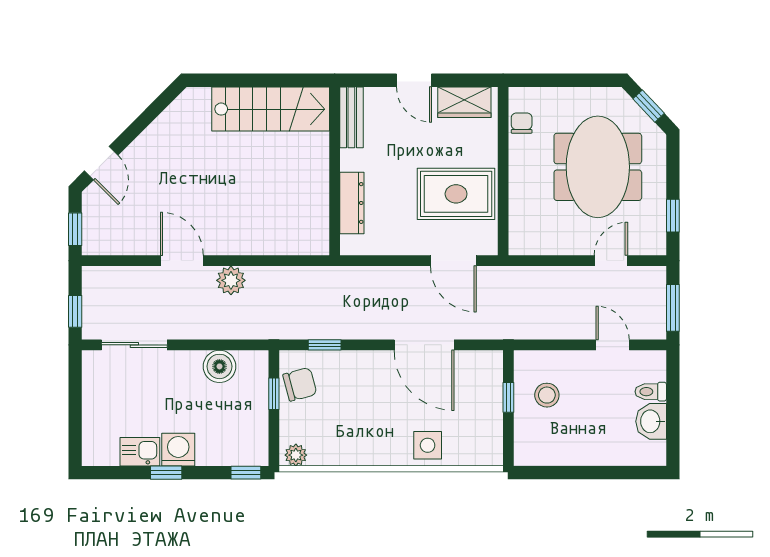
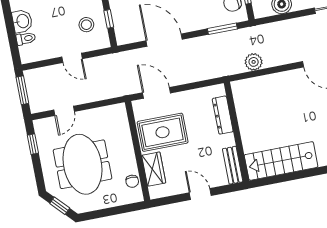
wardrobe: (464, 102) -> (154, 169), moved, turned 90
plant: (231, 280) -> (254, 62), moved
window: (325, 345) -> (222, 29), width x1.50
door: (613, 345) -> (72, 58), moved

